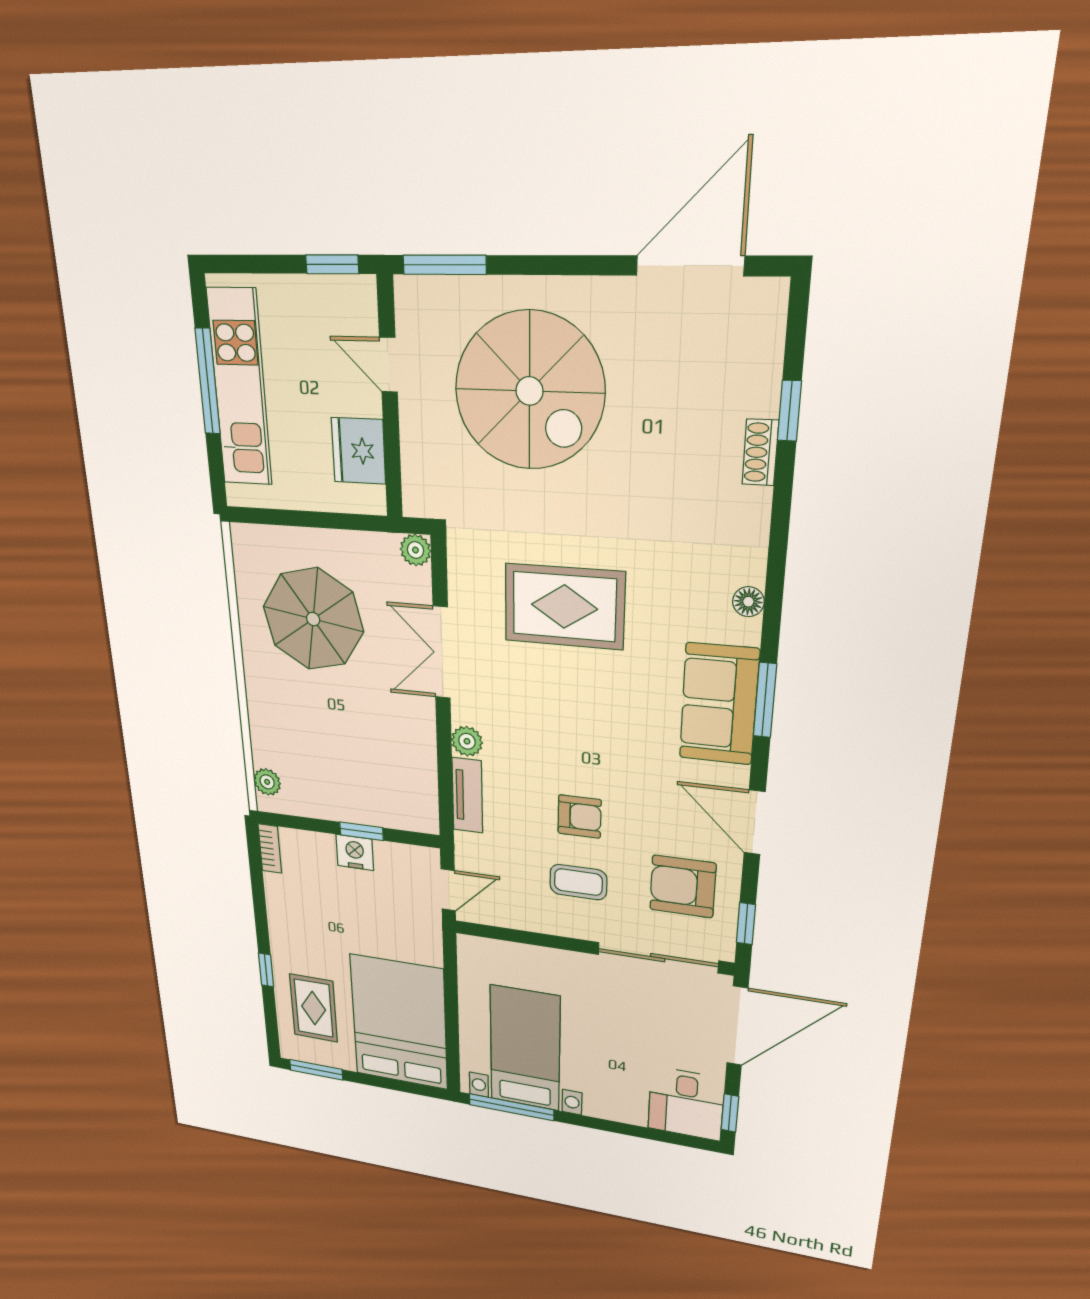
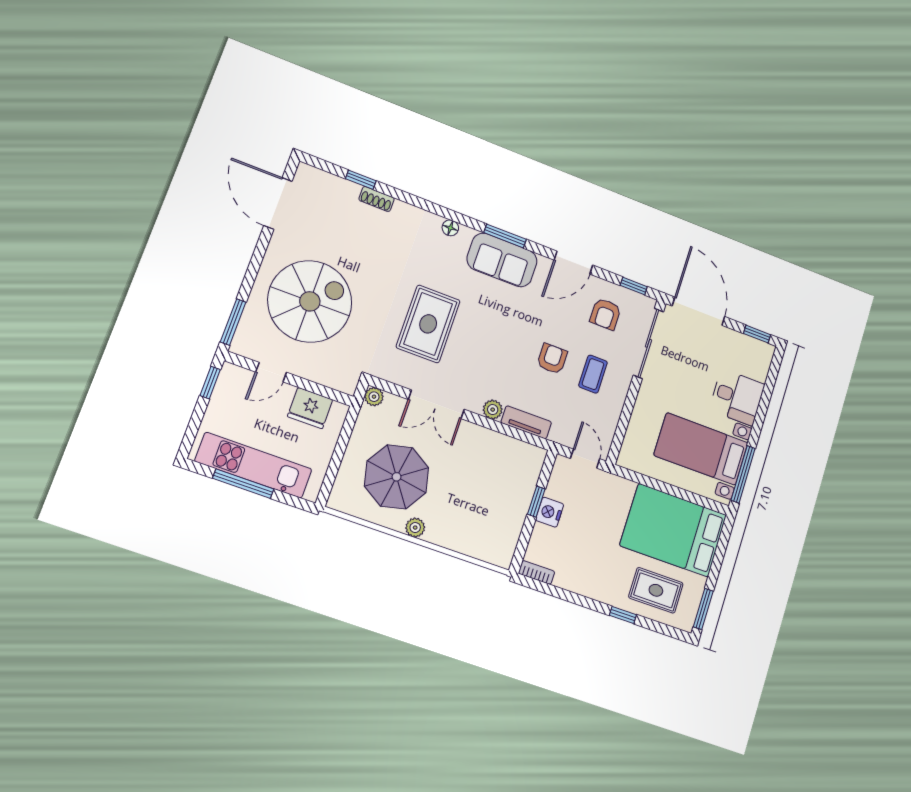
plant: (267, 782) -> (415, 528), moved
armchair: (683, 886) -> (605, 314), width x0.72, depth x0.72
desk: (686, 1104) -> (737, 397), moved

